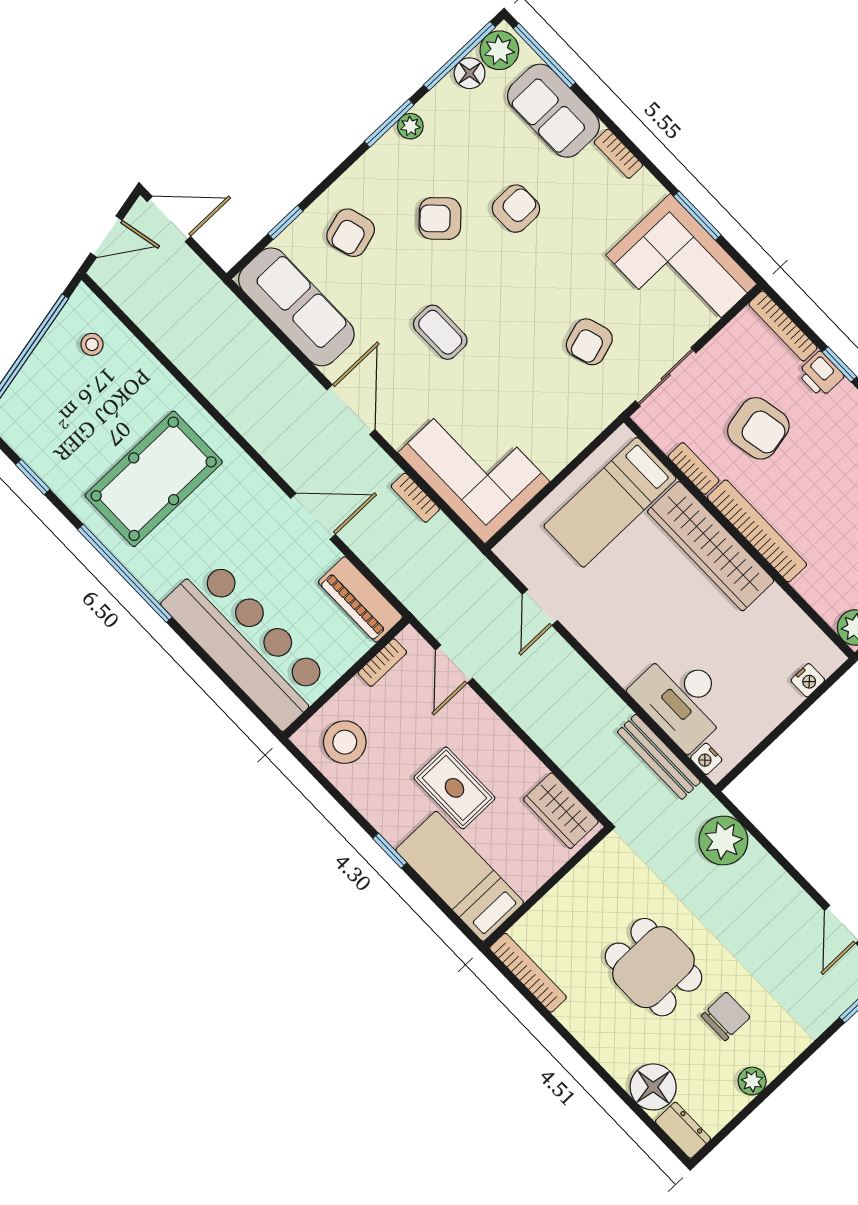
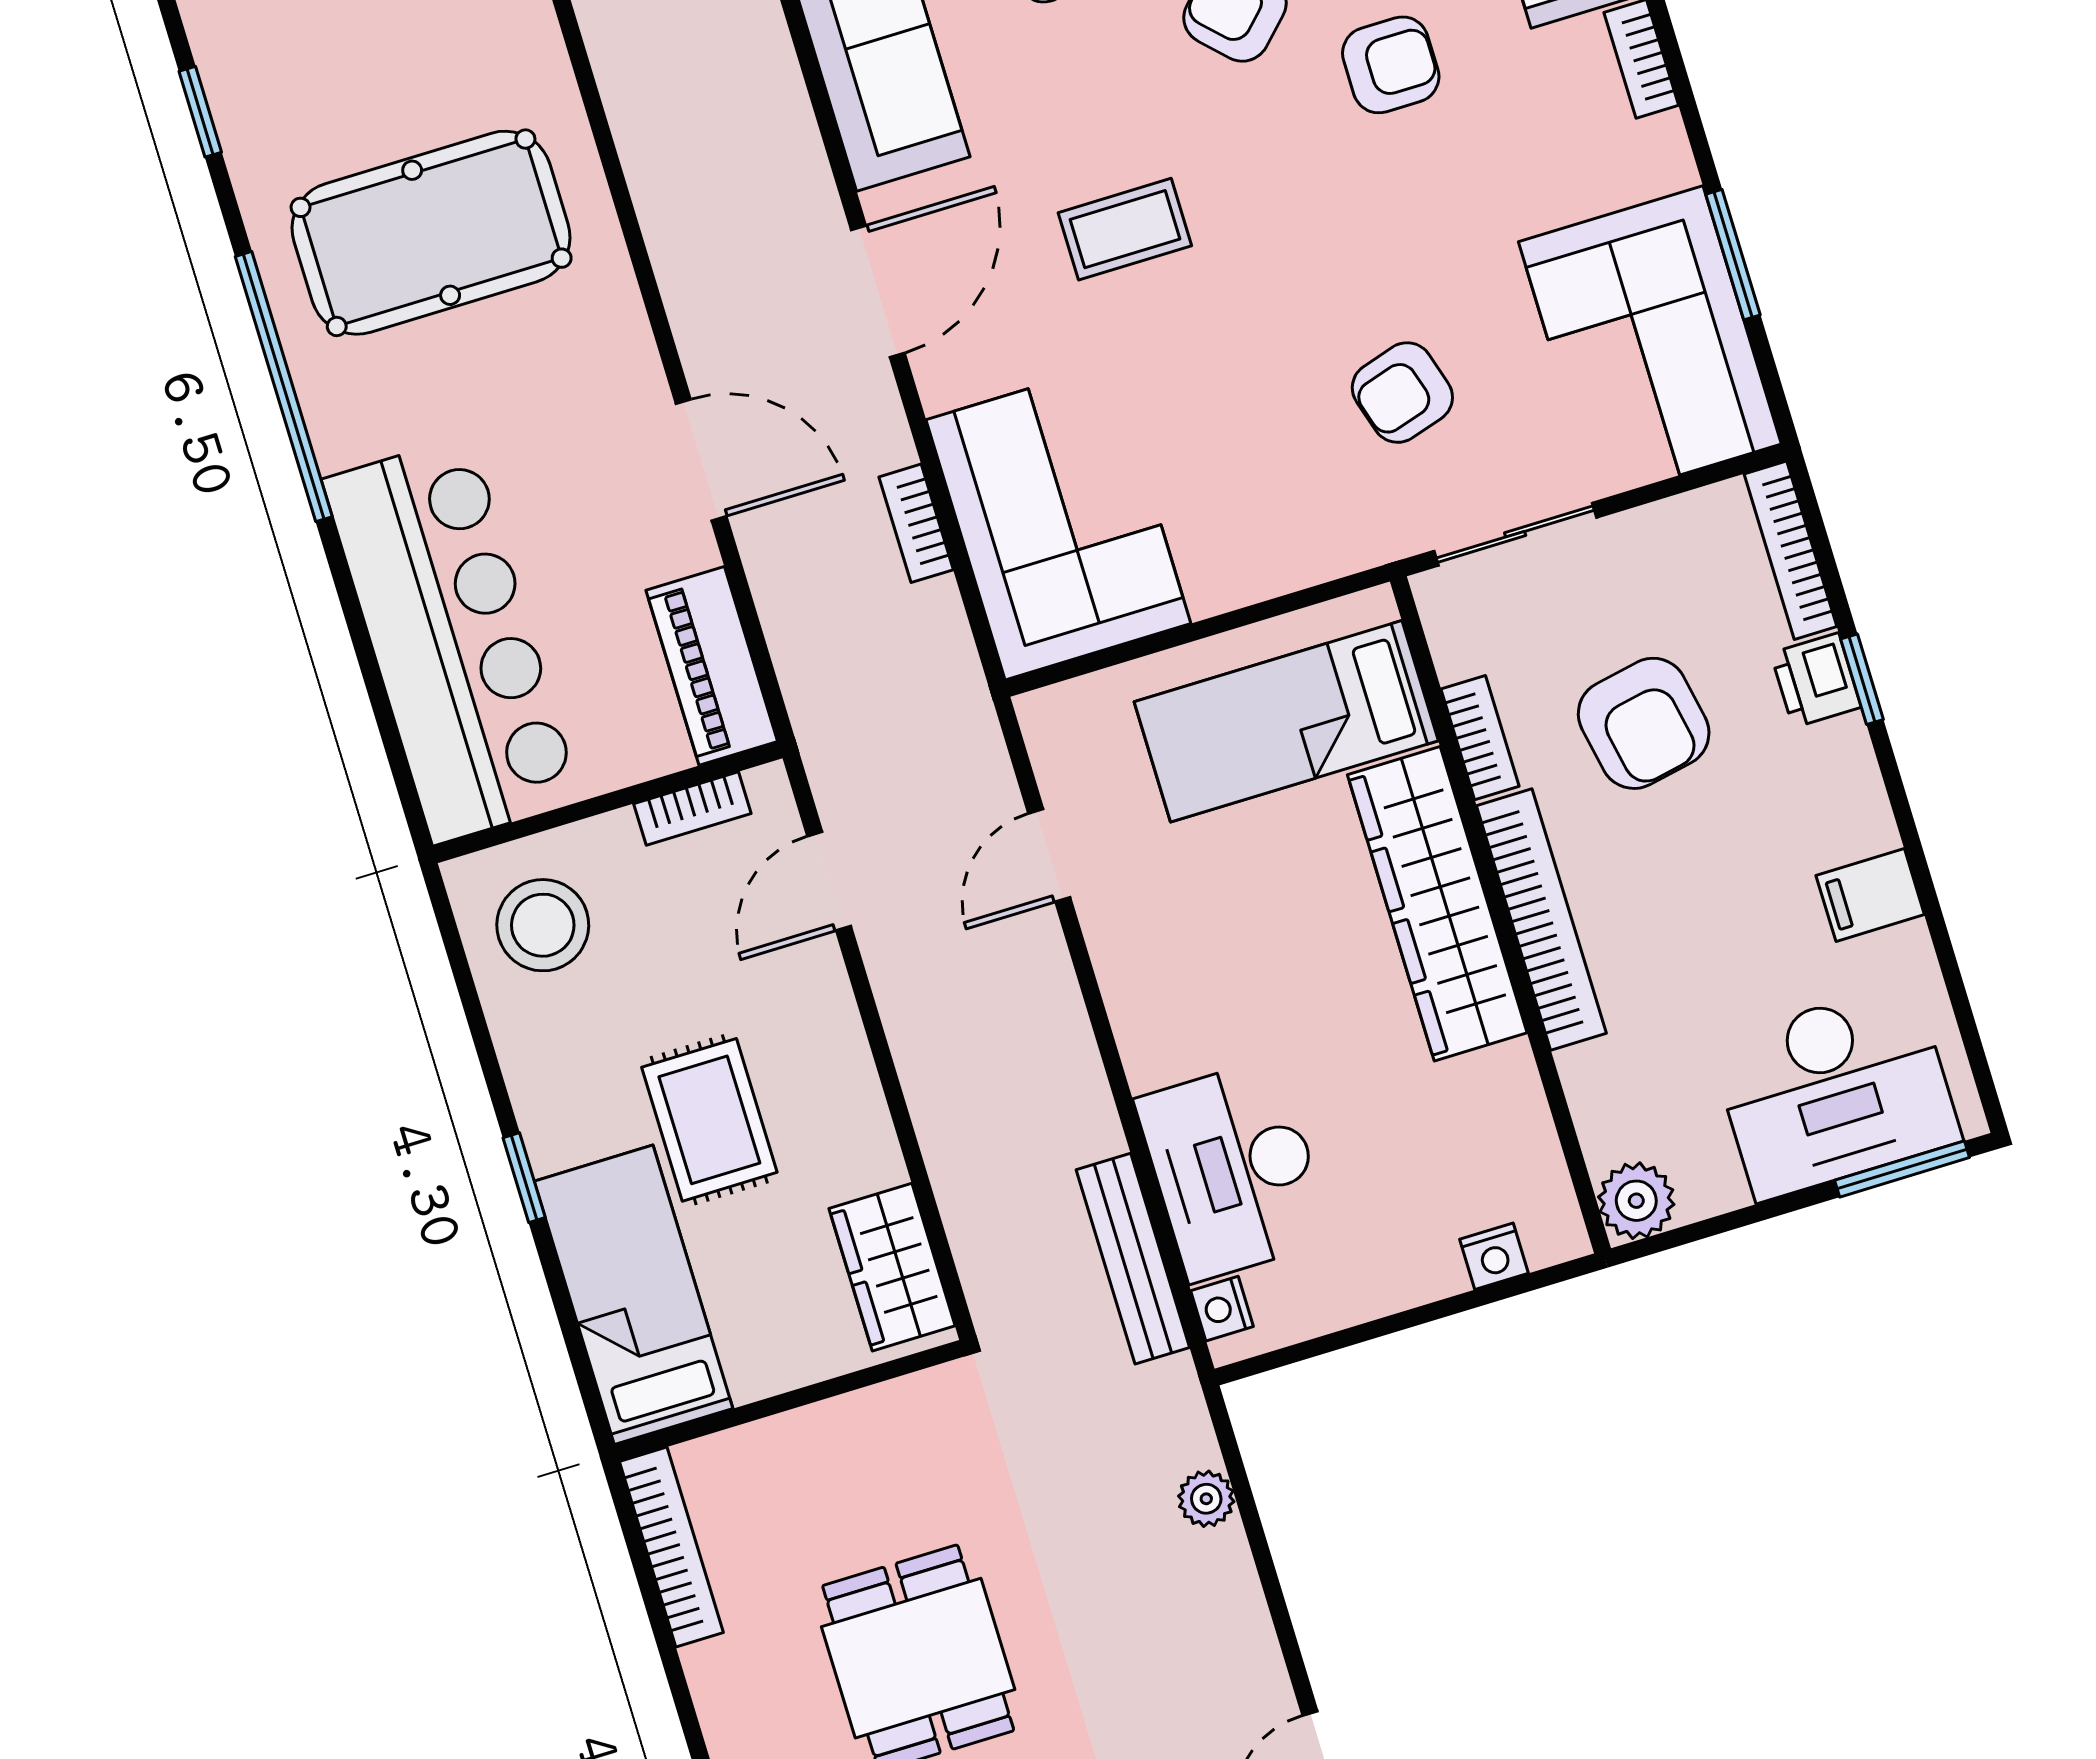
coffee table: (440, 332) -> (1125, 229), turned 90
plant: (723, 841) -> (1206, 1499), width x0.53, depth x0.53

